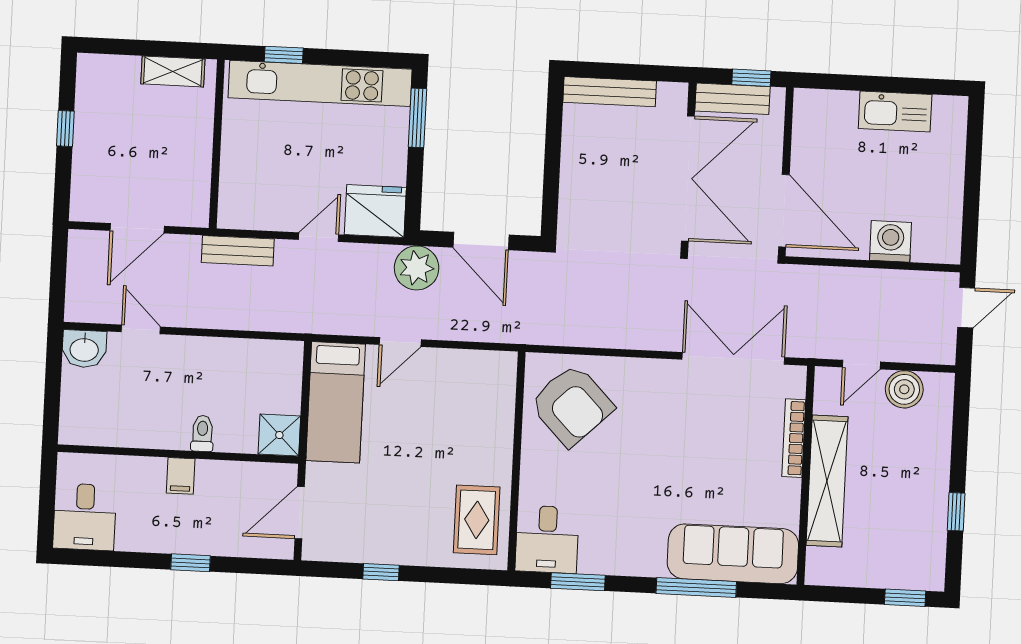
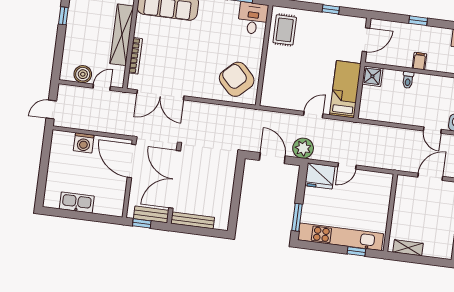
bench: (610, 92) -> (193, 220), moved
bench: (238, 251) -> (385, 163), removed

